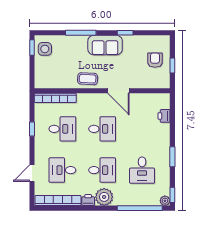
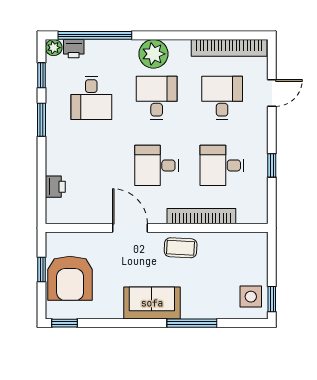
window: (125, 33) -> (65, 323), moved
armchair: (155, 60) -> (70, 278), width x1.88, depth x1.88
bookcase: (55, 98) -> (201, 216), moved
desk: (62, 170) -> (222, 98), turned -90
desk: (102, 170) -> (157, 98), turned 90
desk: (142, 170) -> (91, 98), turned 180
window: (172, 195) -> (42, 75), moved
printer: (88, 200) -> (74, 49), moved

